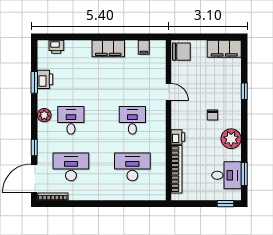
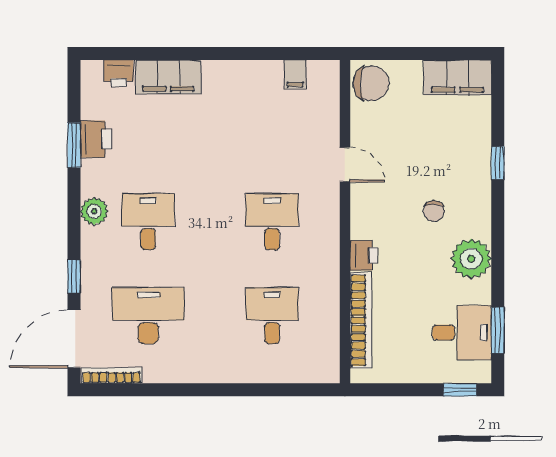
filing cabinet: (108, 48) -> (168, 77), moved
desk: (132, 167) -> (272, 316), width x0.73

